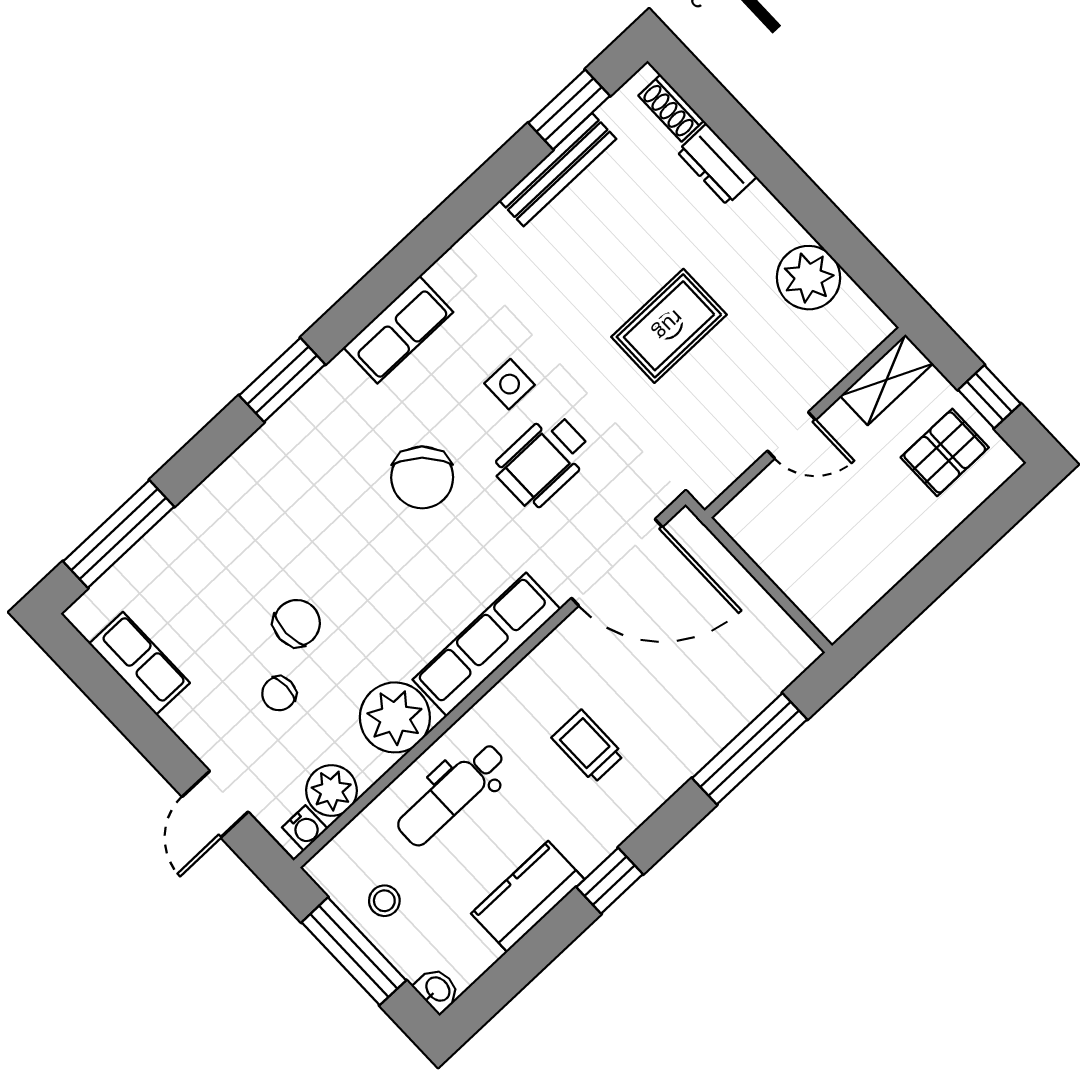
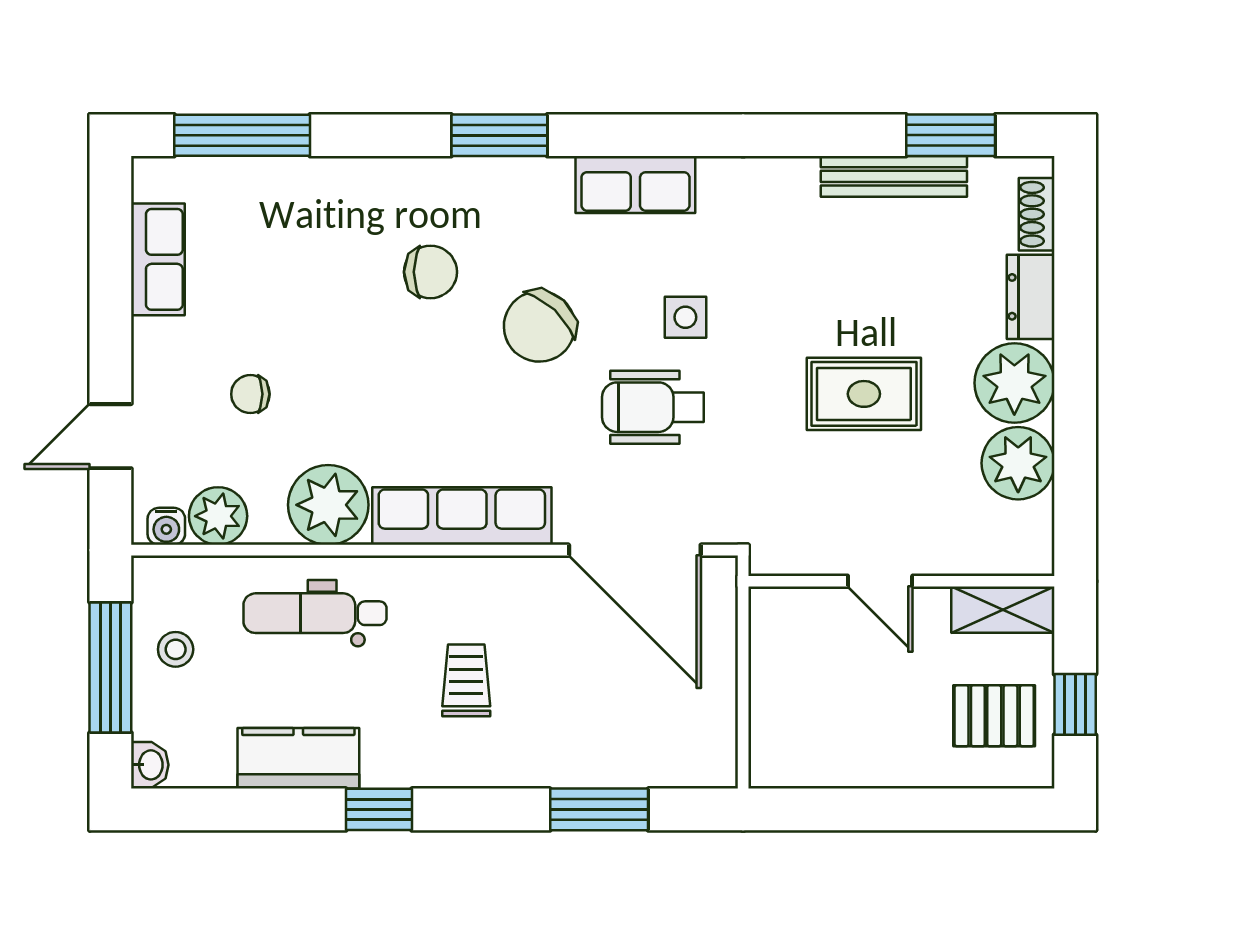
plant: (758, 229) -> (1014, 383), added
chair: (297, 623) -> (430, 272), moved
window: (750, 749) -> (599, 809), width x0.69

